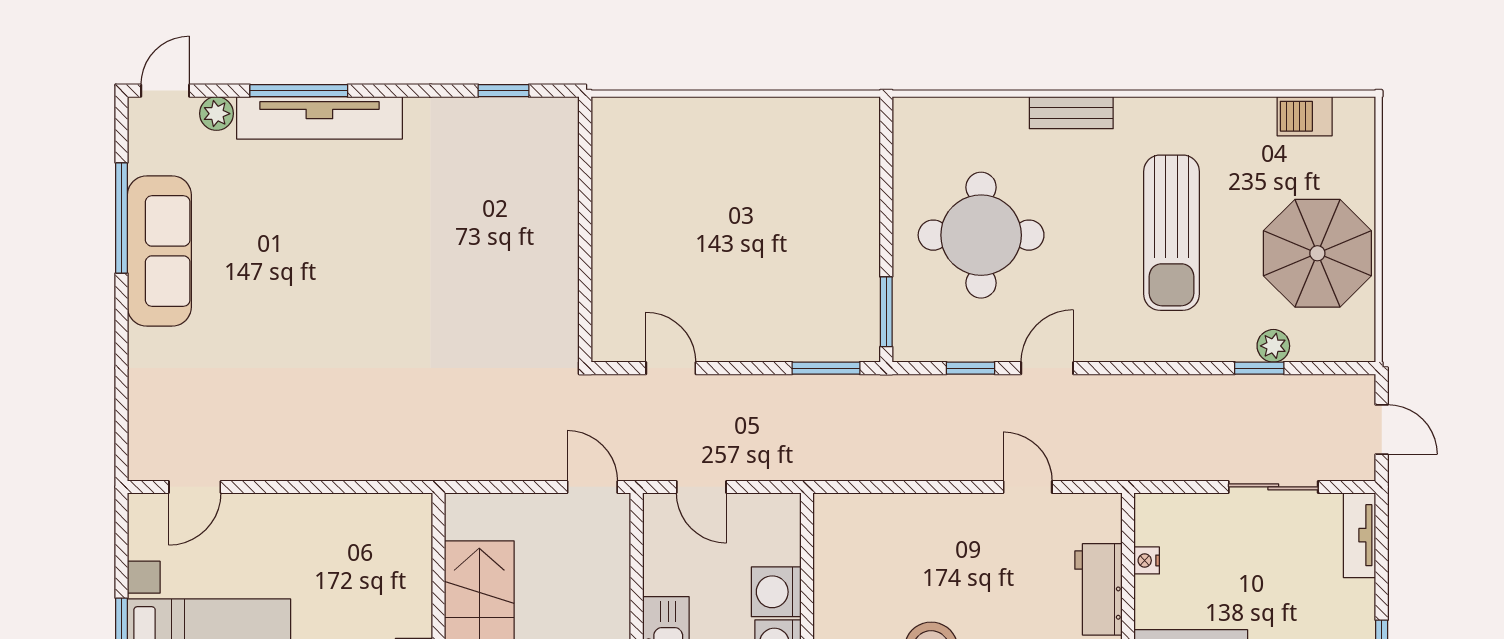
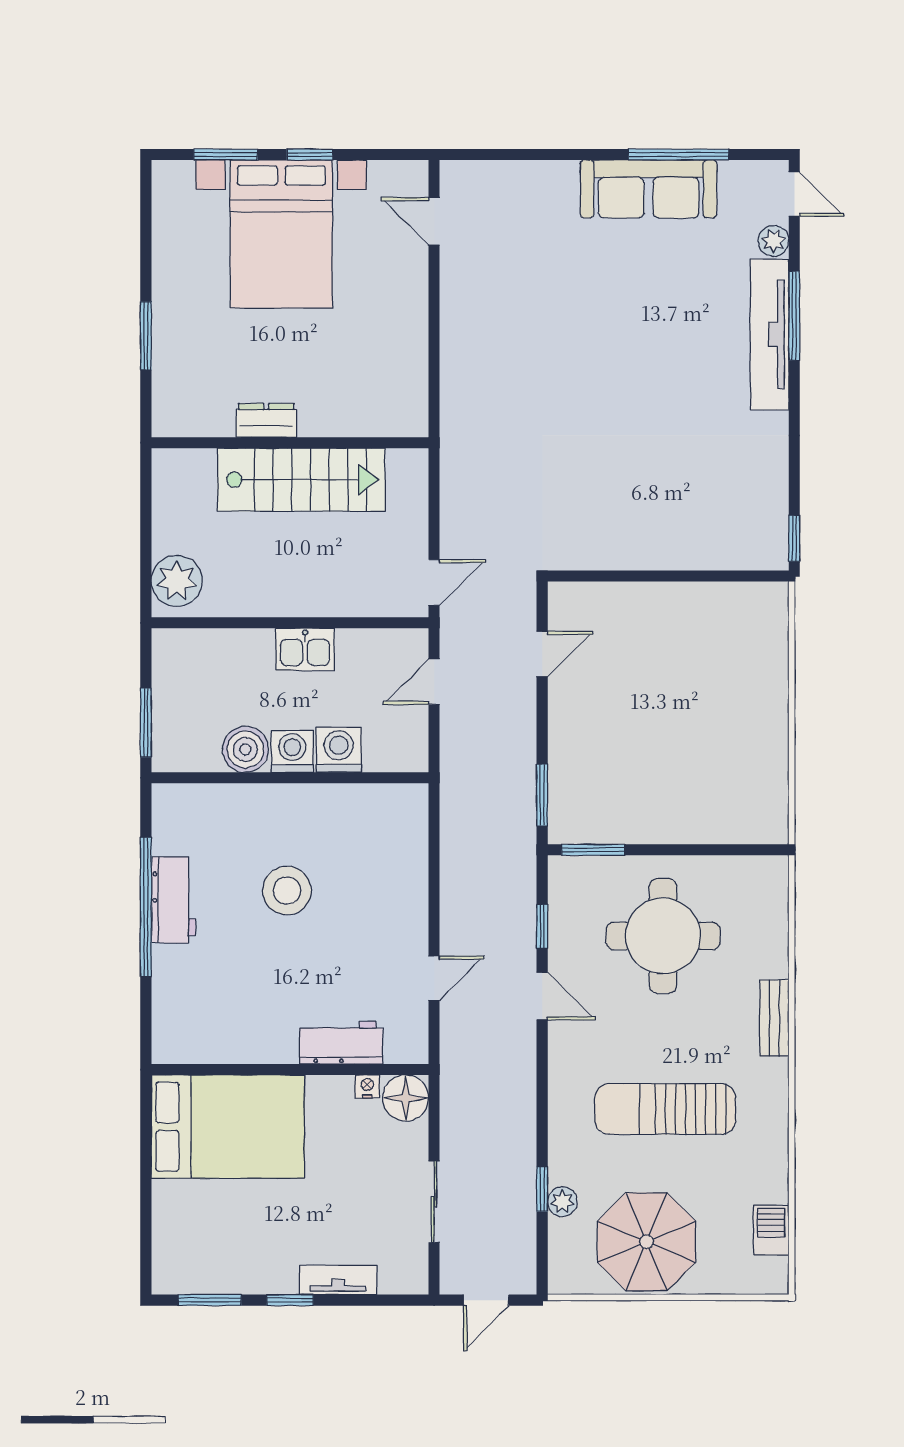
window: (504, 91) -> (794, 538), moved
floor lamp: (1159, 518) -> (406, 1098), added
tv unit: (1360, 535) -> (338, 1280), moved

